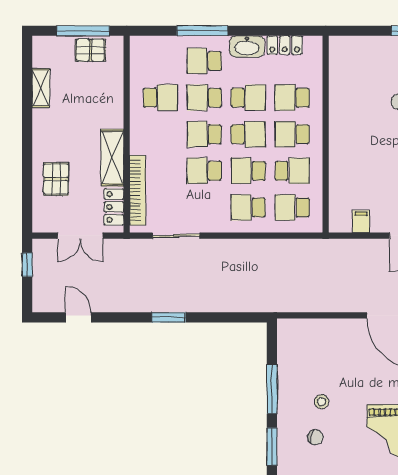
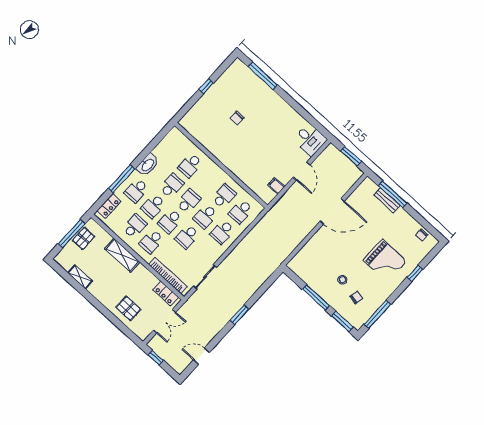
locker: (285, 45) -> (109, 206), moved
school desk: (292, 134) -> (152, 242), moved
shelving: (112, 158) -> (122, 255), moved

